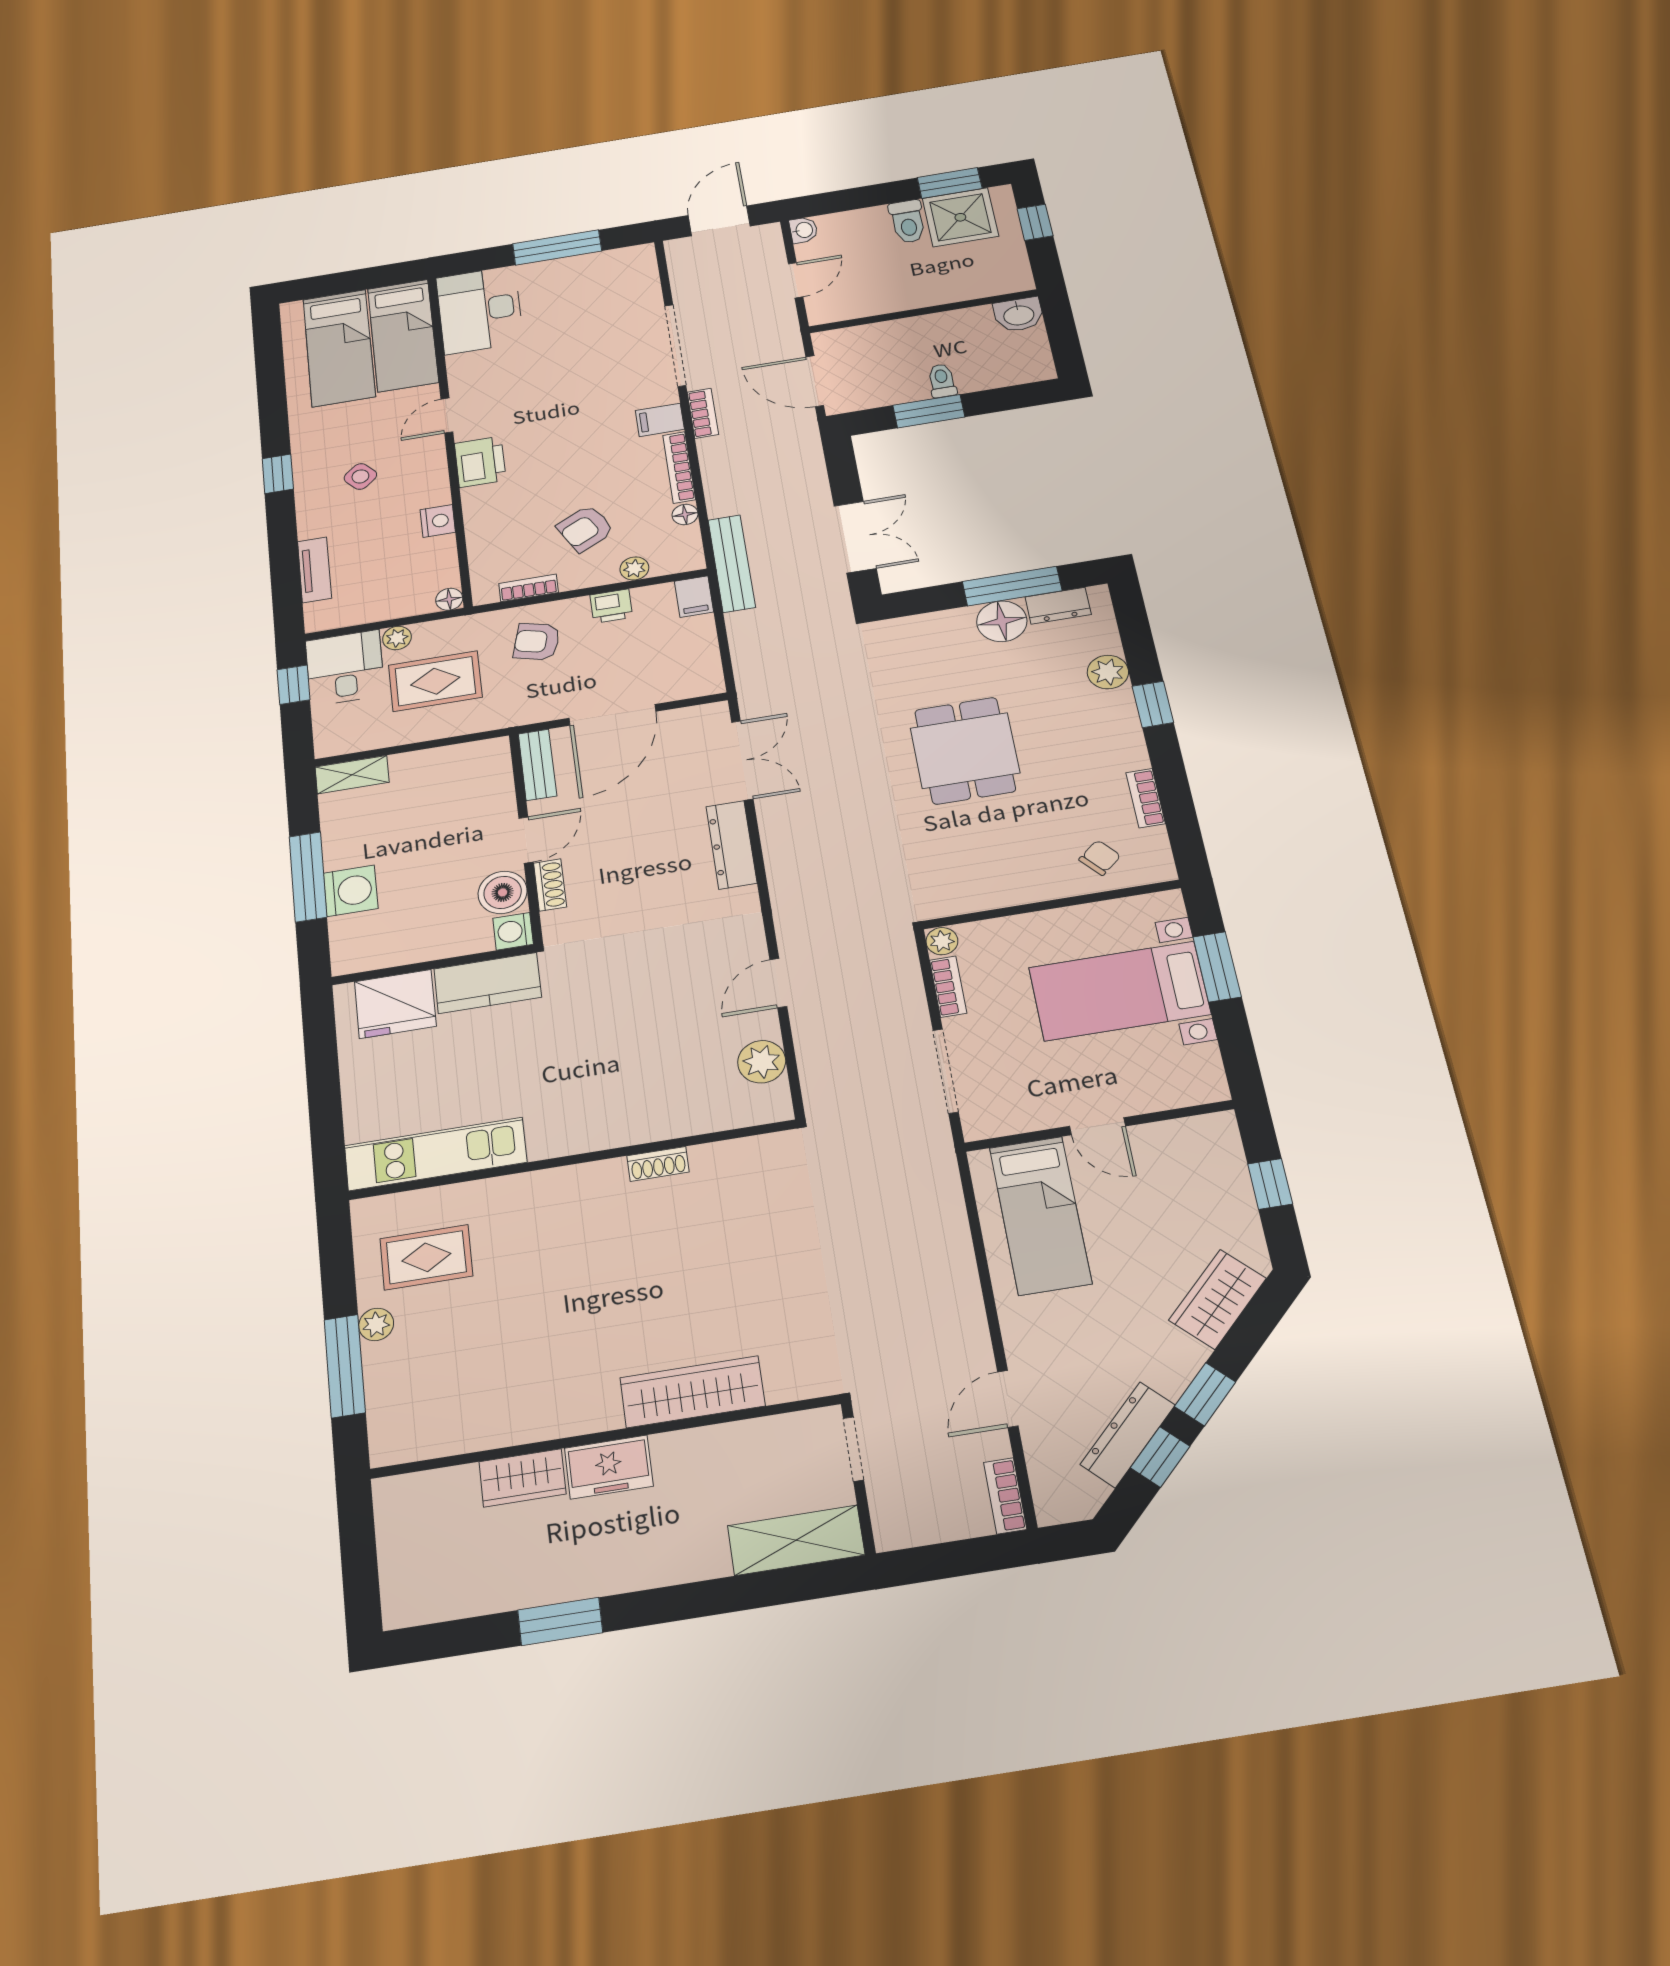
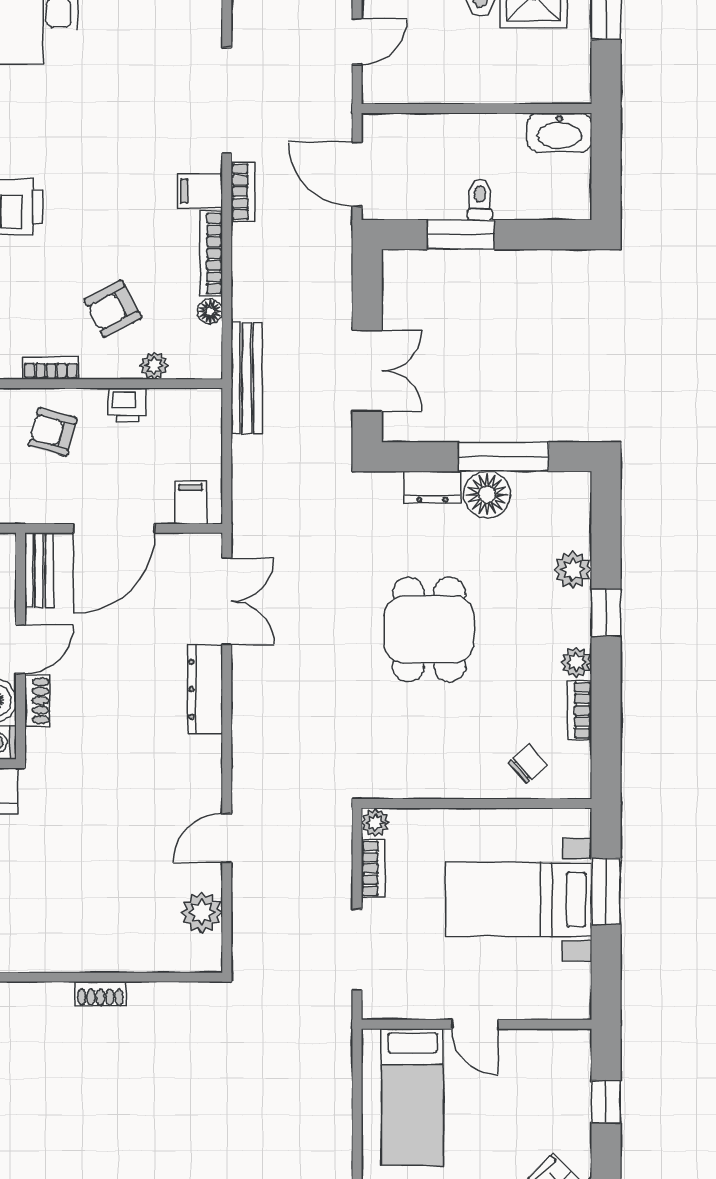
washbasin: (1019, 315) -> (559, 133), width x1.38
filing cabinet: (694, 597) -> (191, 503), moved, turned 180
dresser: (1058, 606) -> (432, 487), moved
plant: (1132, 755) -> (576, 662), added

